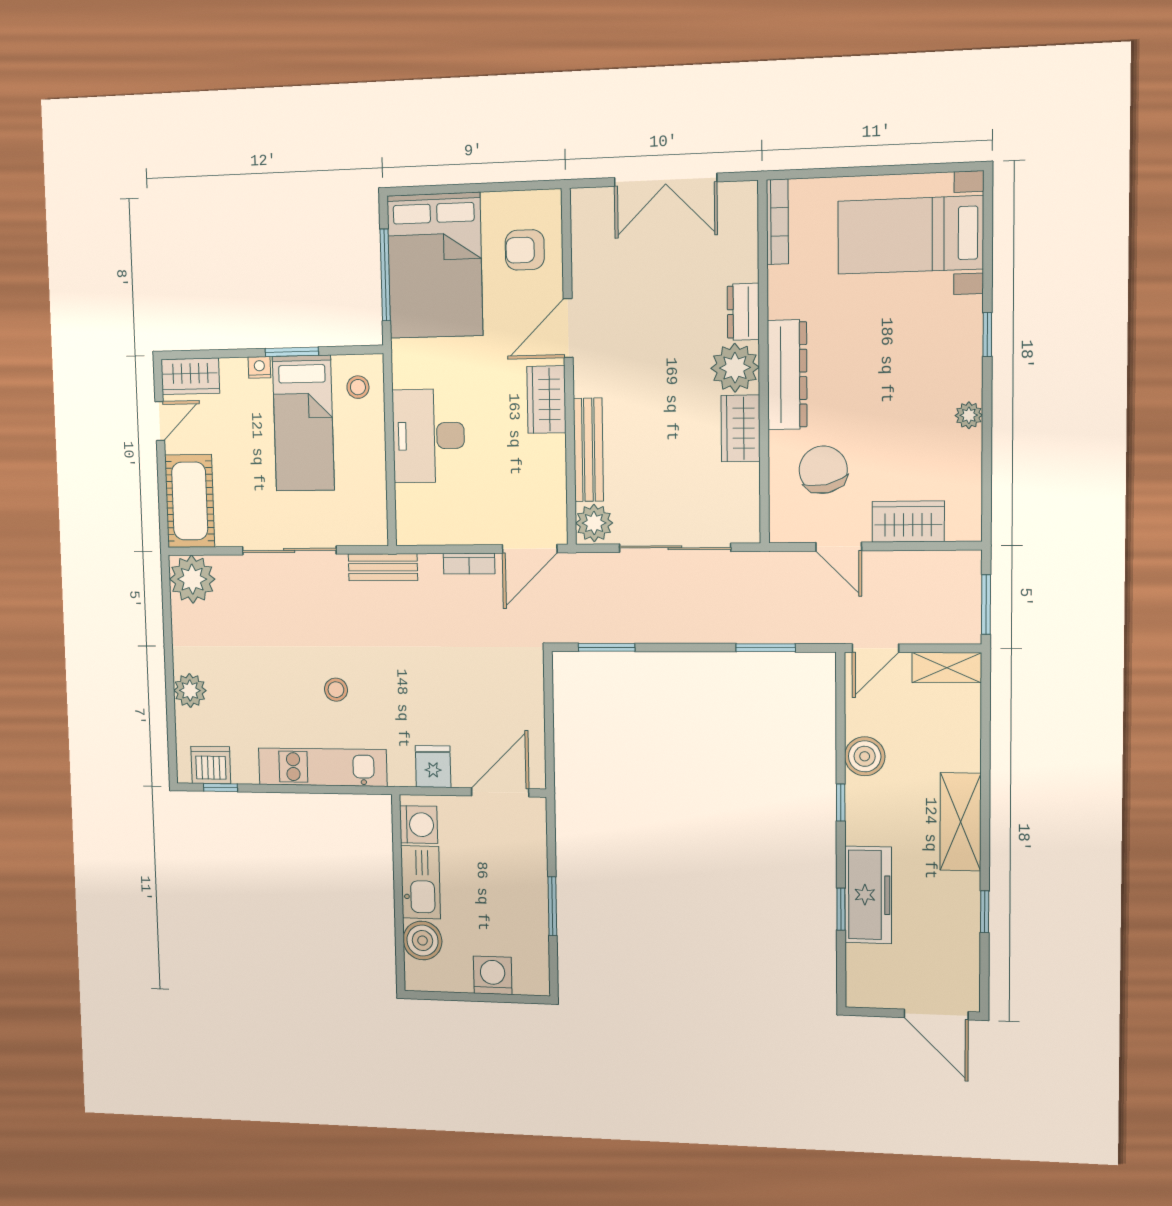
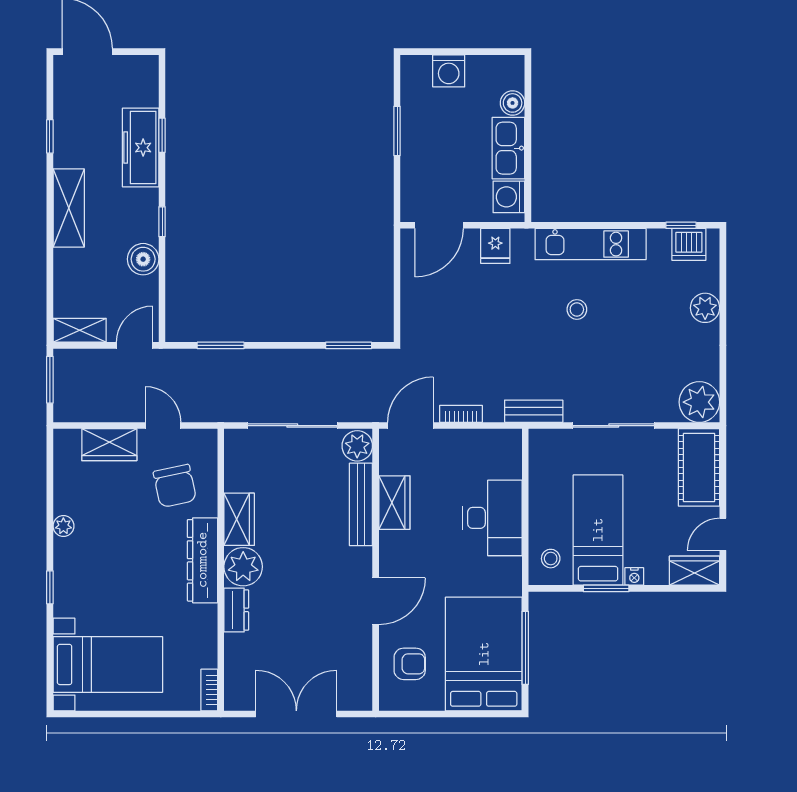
bookcase: (777, 222) -> (209, 690), width x0.64
wardrobe: (546, 400) -> (394, 503), moved
boiler: (422, 941) -> (513, 103), width x0.73, depth x0.73

